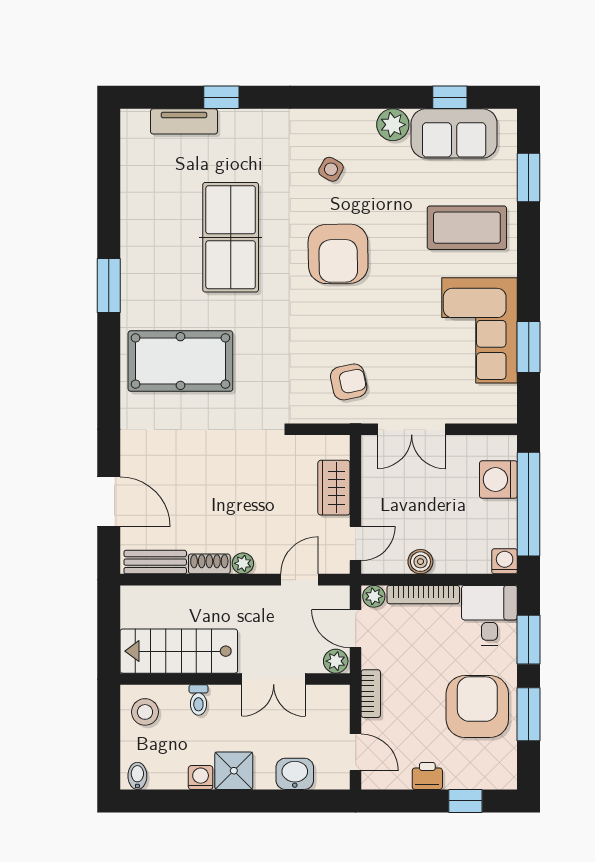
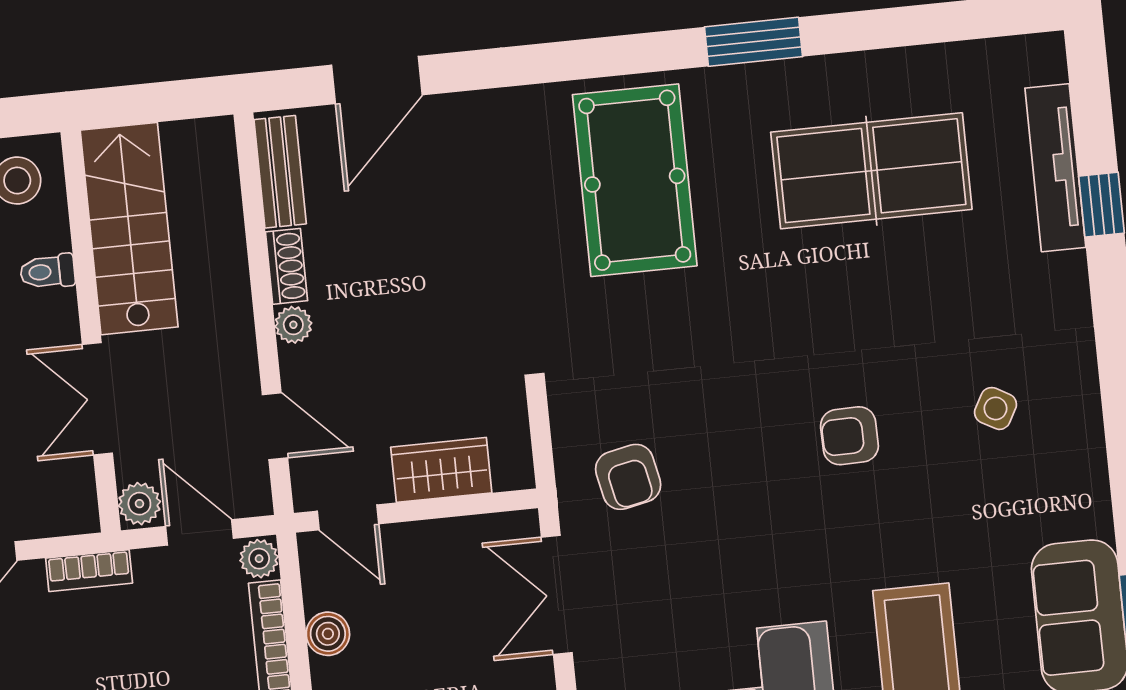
tv unit: (184, 121) -> (1055, 168), width x1.41
plant: (393, 125) -> (1084, 508), removed
table tennis table: (231, 237) -> (871, 171), moved
armchair: (338, 254) -> (849, 436), width x0.53, depth x0.53
door: (356, 629) -> (199, 532), hinge flipped

